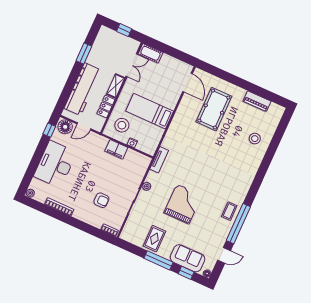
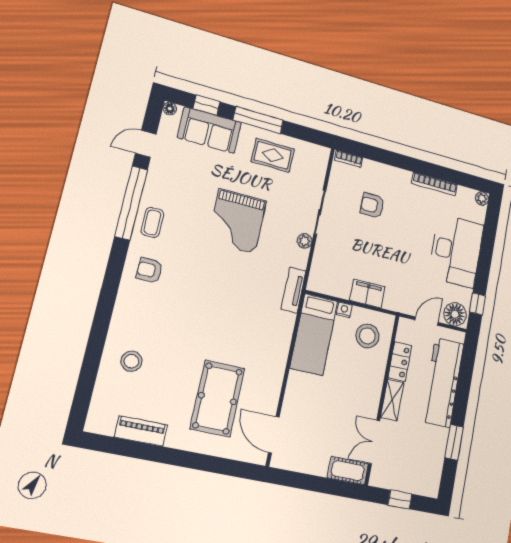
bed: (150, 111) -> (314, 334), moved, turned 90
armchair: (236, 185) -> (150, 270), added
rug: (154, 239) -> (273, 155), turned 90

